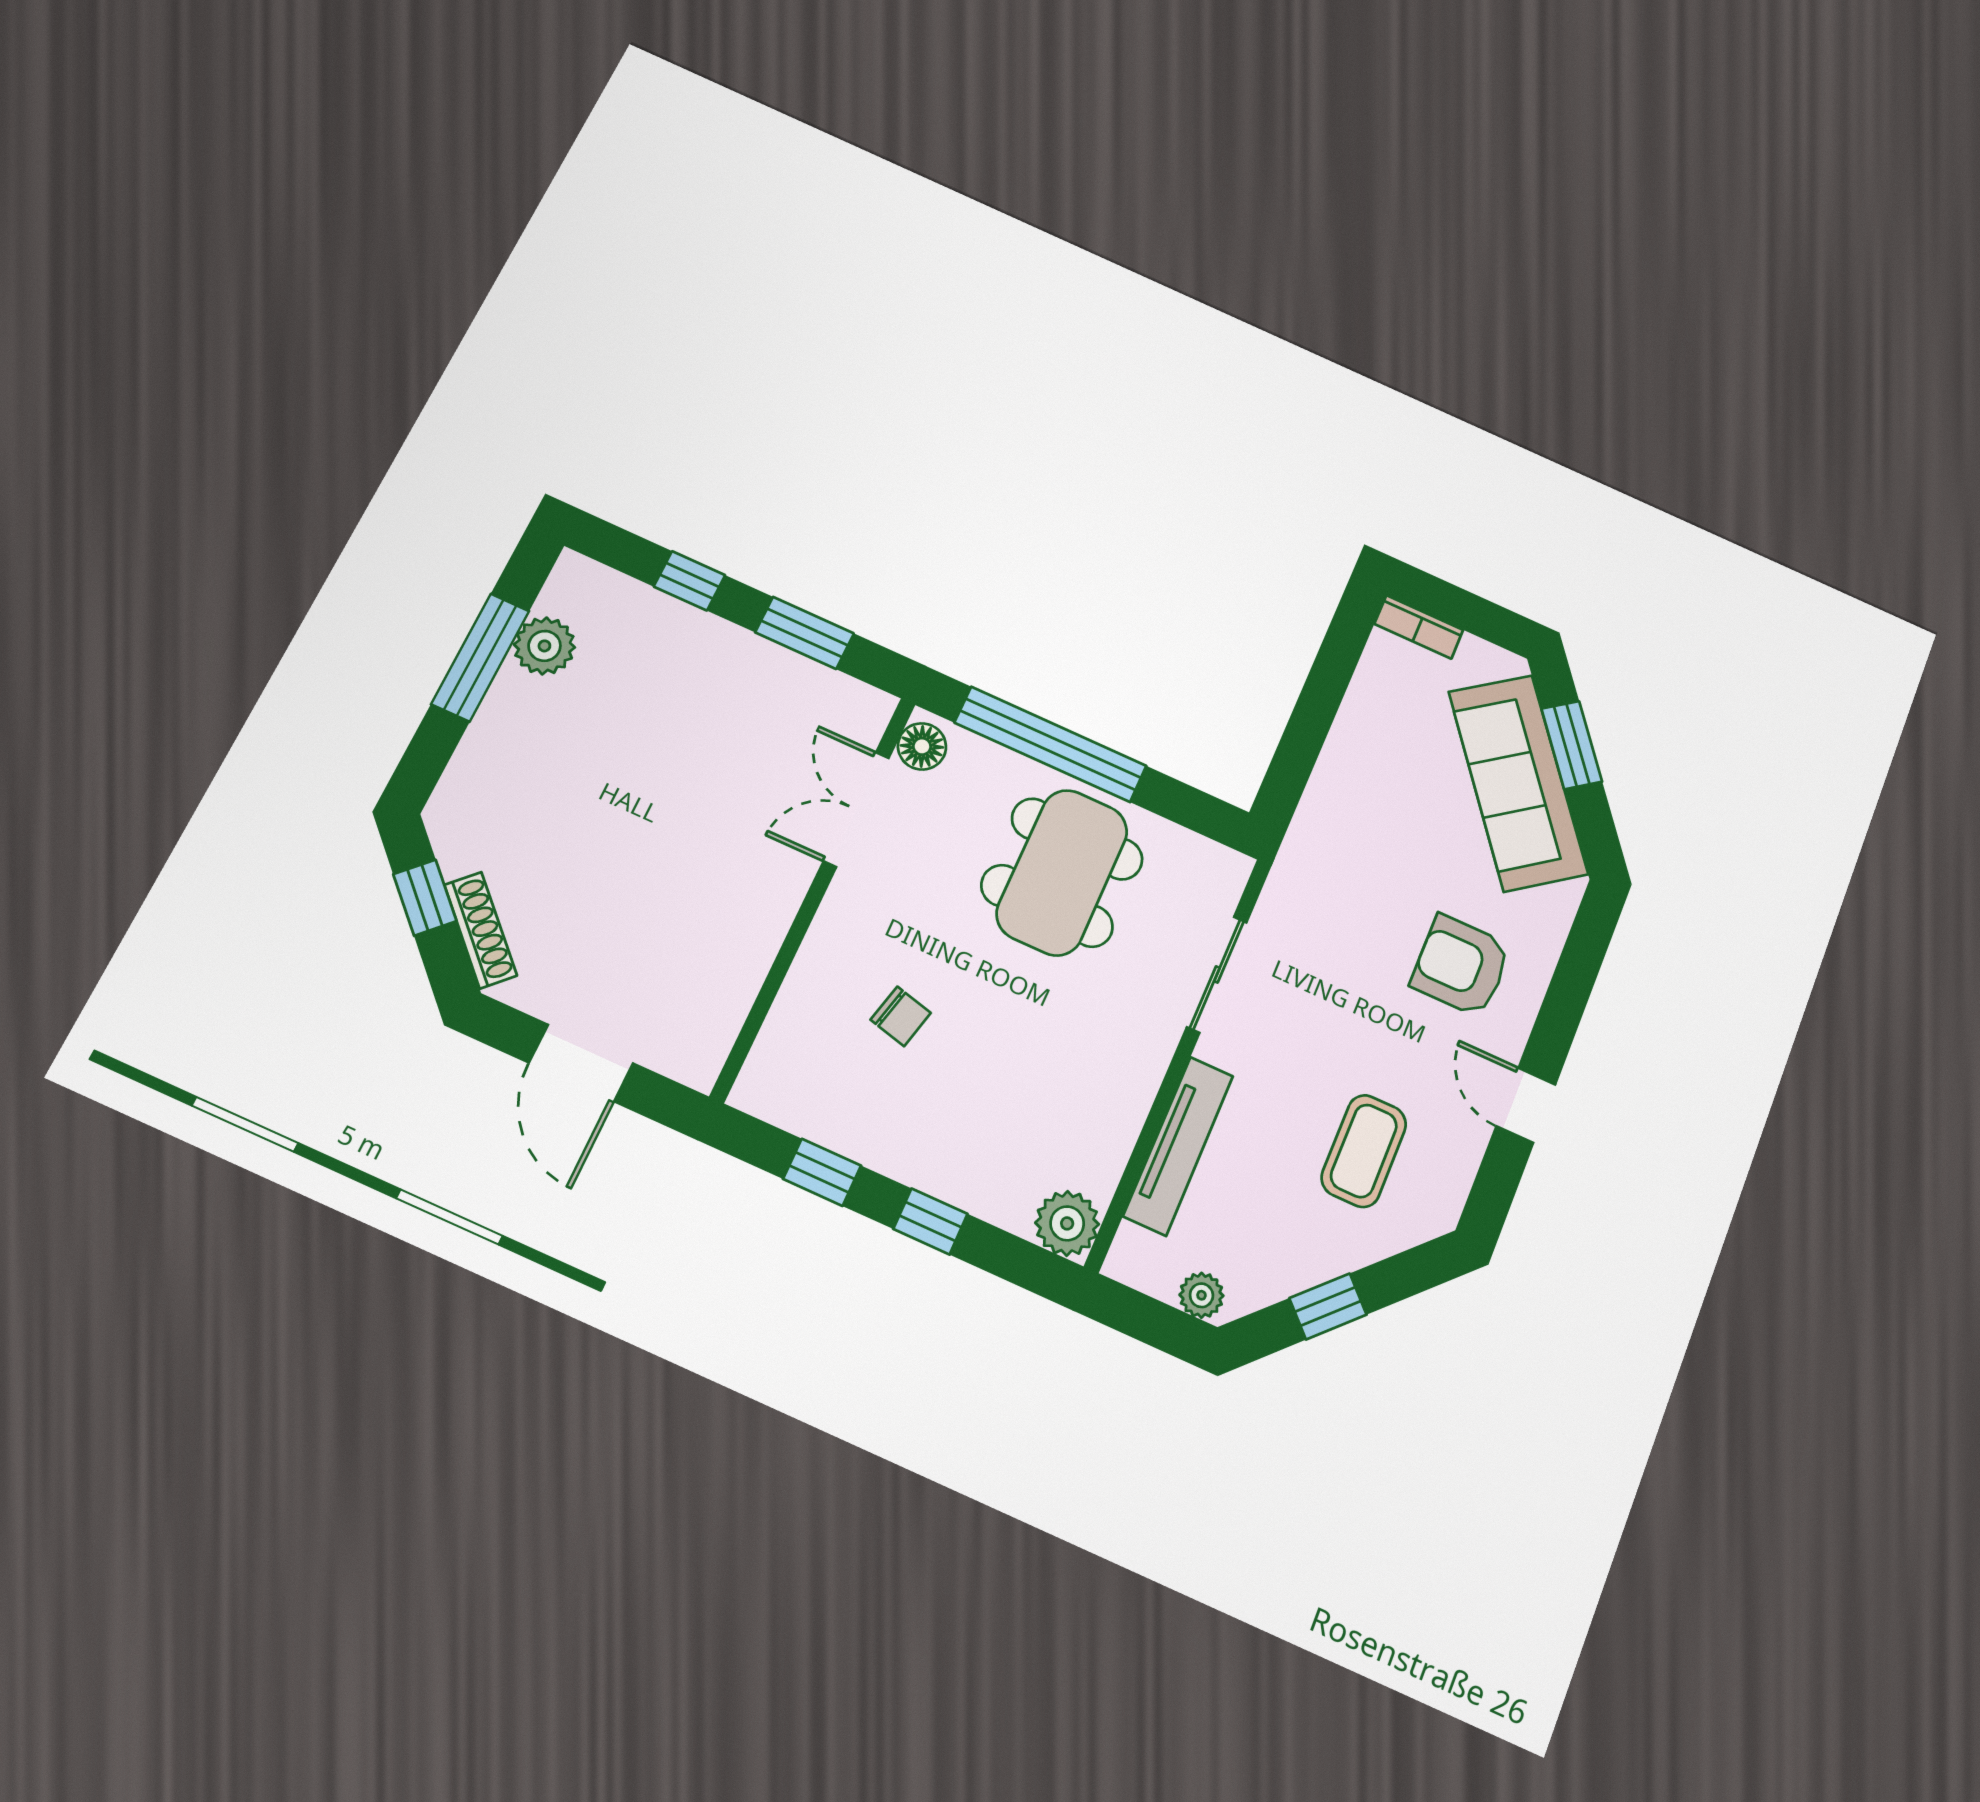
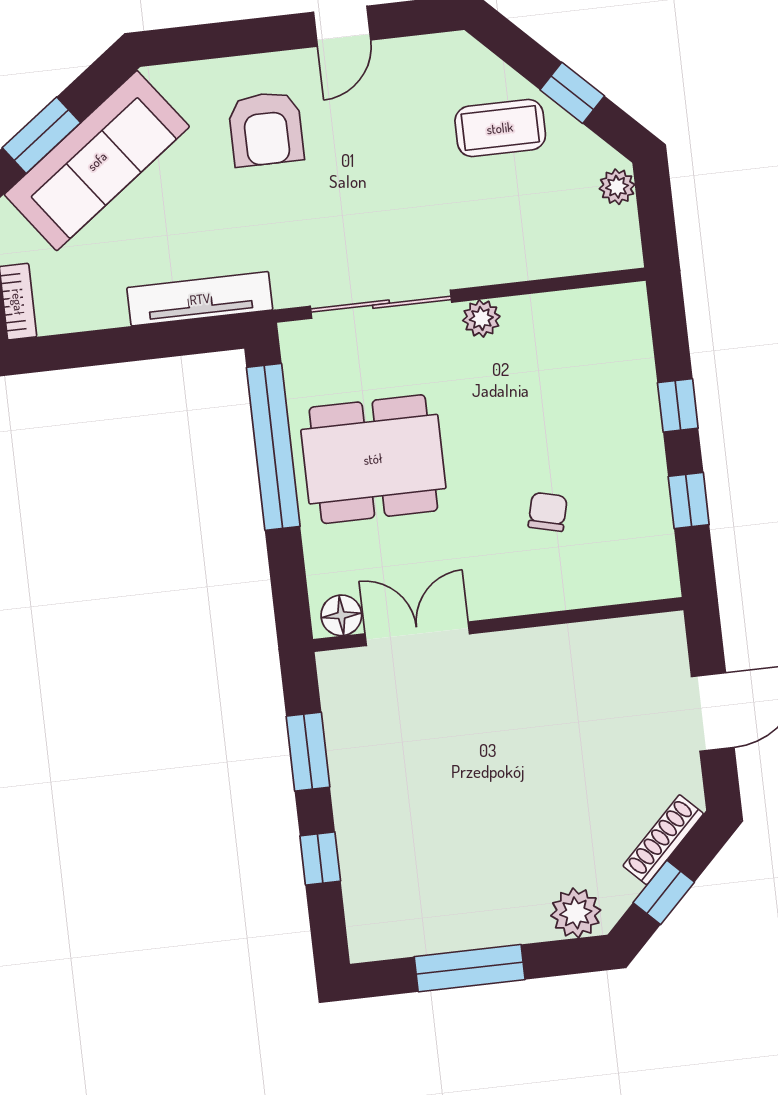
plant: (544, 646) -> (576, 913), moved
window: (1050, 744) -> (273, 447), moved
double door: (856, 809) -> (417, 634), swing flipped
sliding door: (1217, 974) -> (381, 304), width x1.37
tv unit: (1178, 1146) -> (200, 299), moved
coffee table: (1364, 1151) -> (500, 128), moved
plant: (1067, 1223) -> (481, 318), moved, width x0.73, depth x0.73

